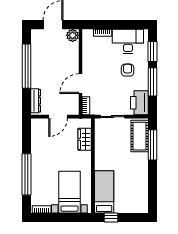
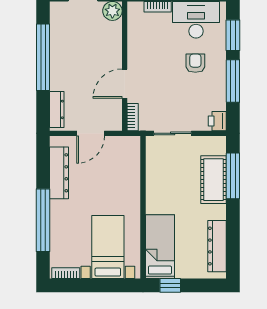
printer: (139, 103) -> (217, 121), width x0.53, depth x0.68
cot: (140, 136) -> (213, 180), moved
wardrobe: (85, 139) -> (131, 168), removed
dresser: (37, 143) -> (59, 173), added
dresser: (142, 191) -> (217, 246), added

